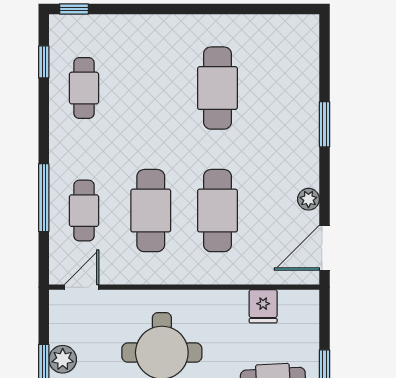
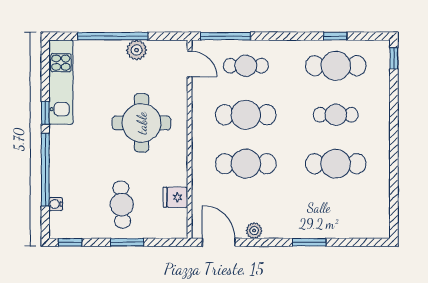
window: (44, 62) -> (335, 36), moved
cafe table: (84, 88) -> (336, 66), width x1.37, depth x1.35
cafe table: (151, 88) -> (336, 115), added
window: (44, 198) -> (226, 36), moved

